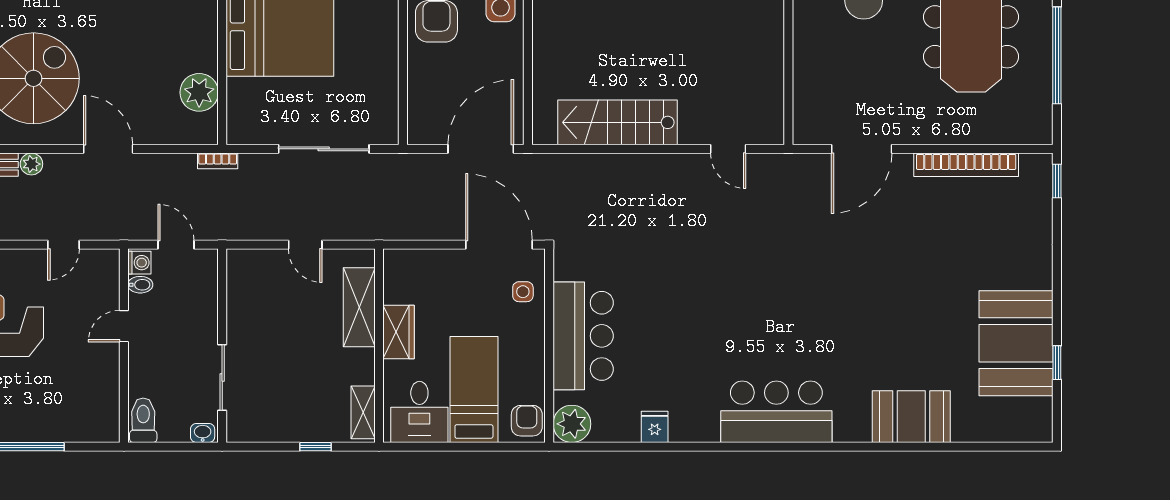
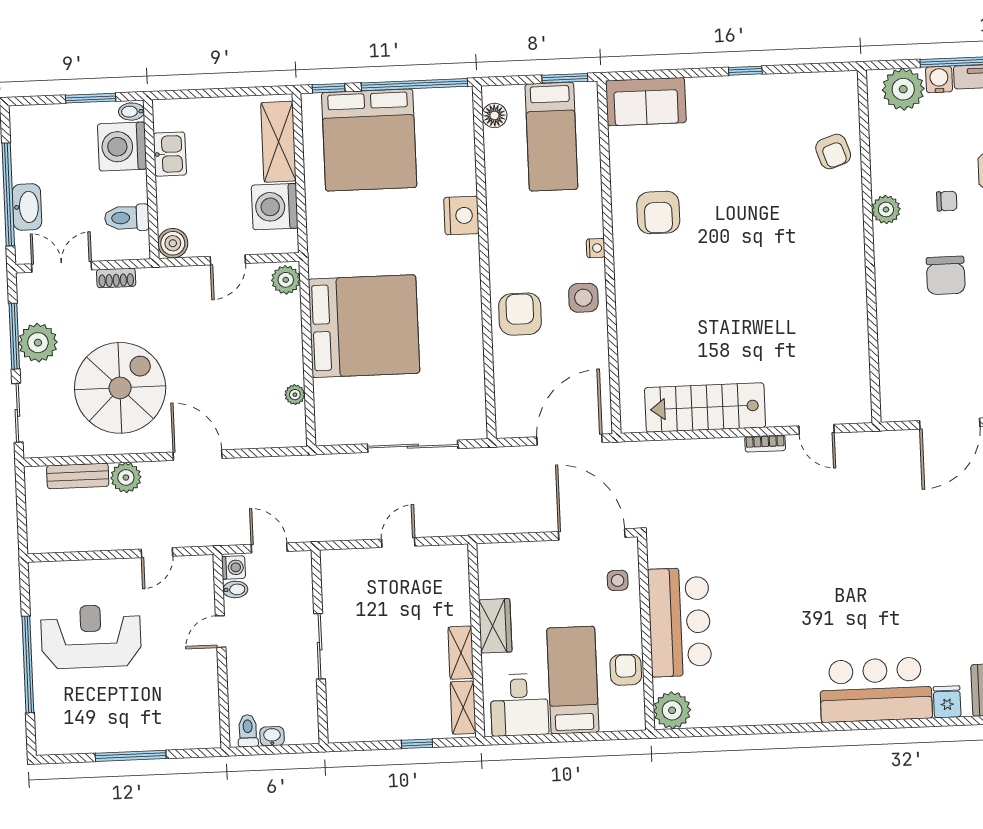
plant: (199, 92) -> (295, 395), width x0.53, depth x0.53
bookcase: (218, 161) -> (765, 443), moved
plant: (31, 164) -> (126, 478), width x1.38, depth x1.38
door: (305, 245) -> (398, 543), swing flipped
shelving: (359, 307) -> (461, 653), moved, width x0.67, depth x0.75
sliding door: (222, 378) -> (320, 646), moved
toilet: (143, 420) -> (248, 731), width x0.73, depth x0.72
armchair: (527, 421) -> (626, 670), moved
fridge: (655, 427) -> (947, 702), moved
washbasin: (203, 433) -> (272, 736), moved

